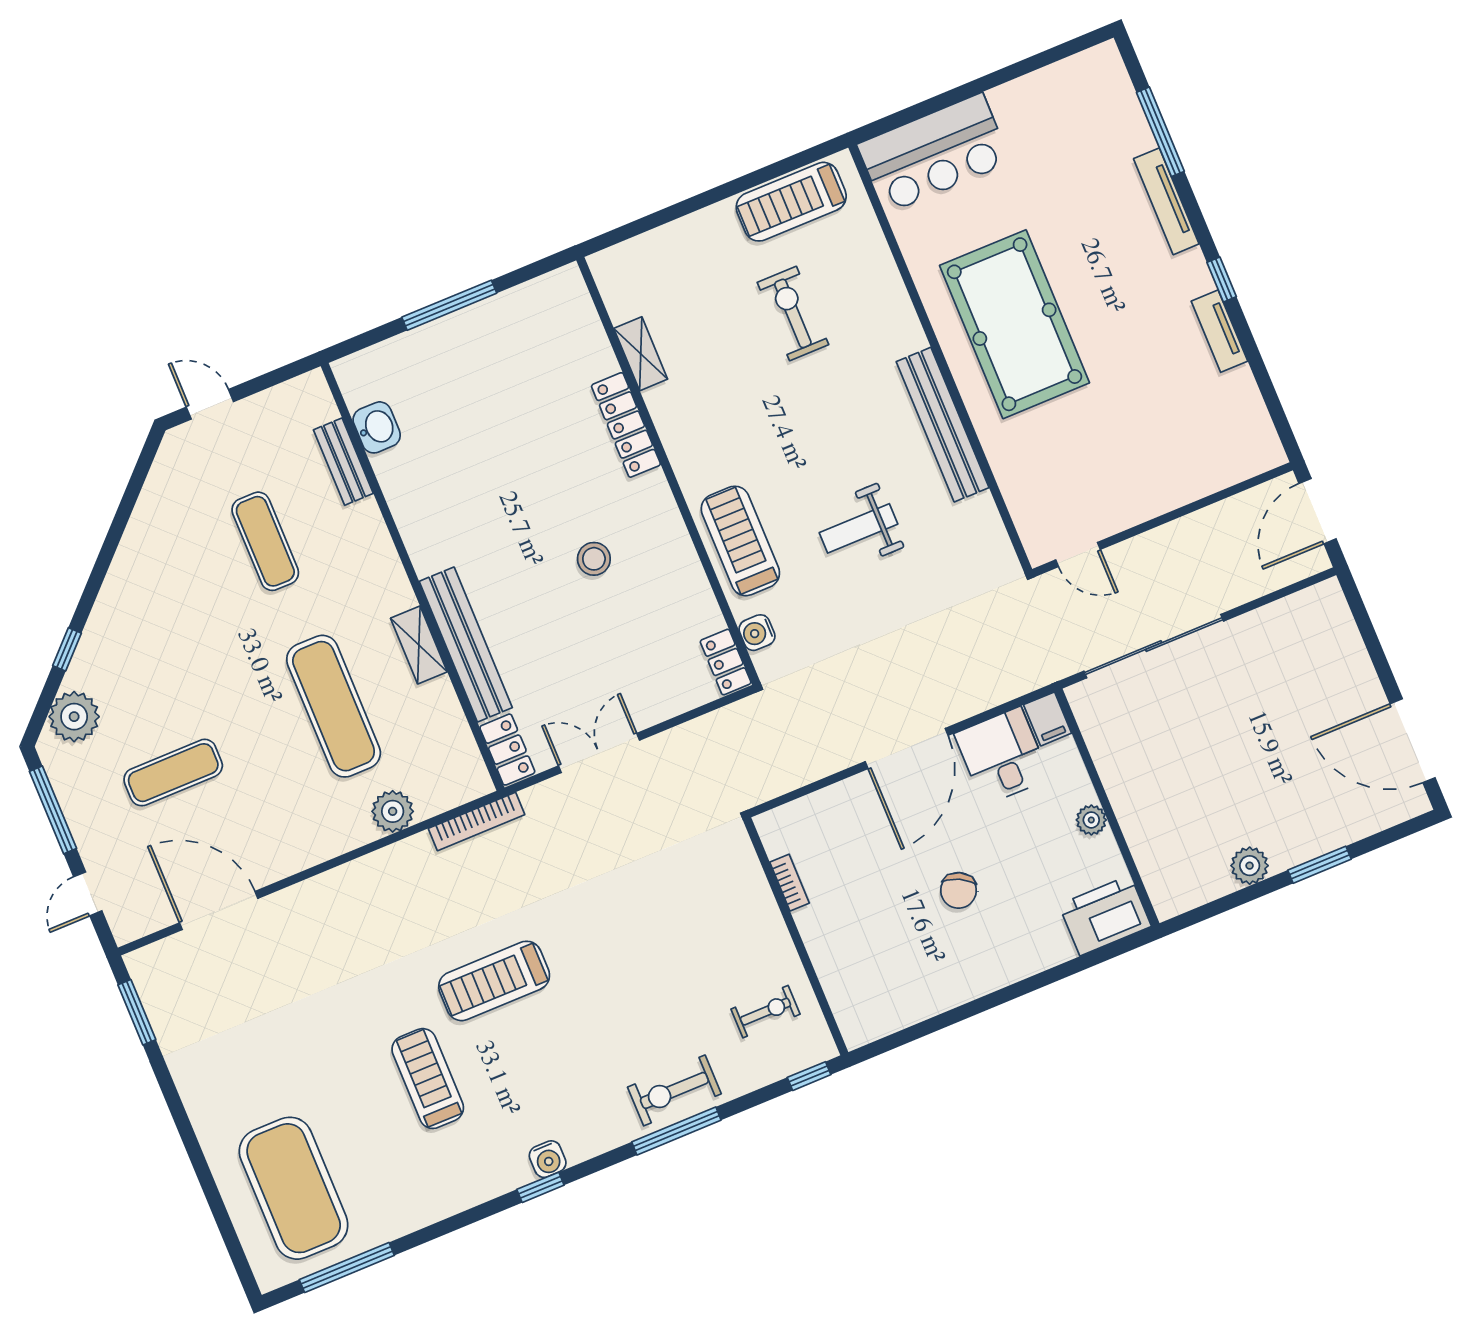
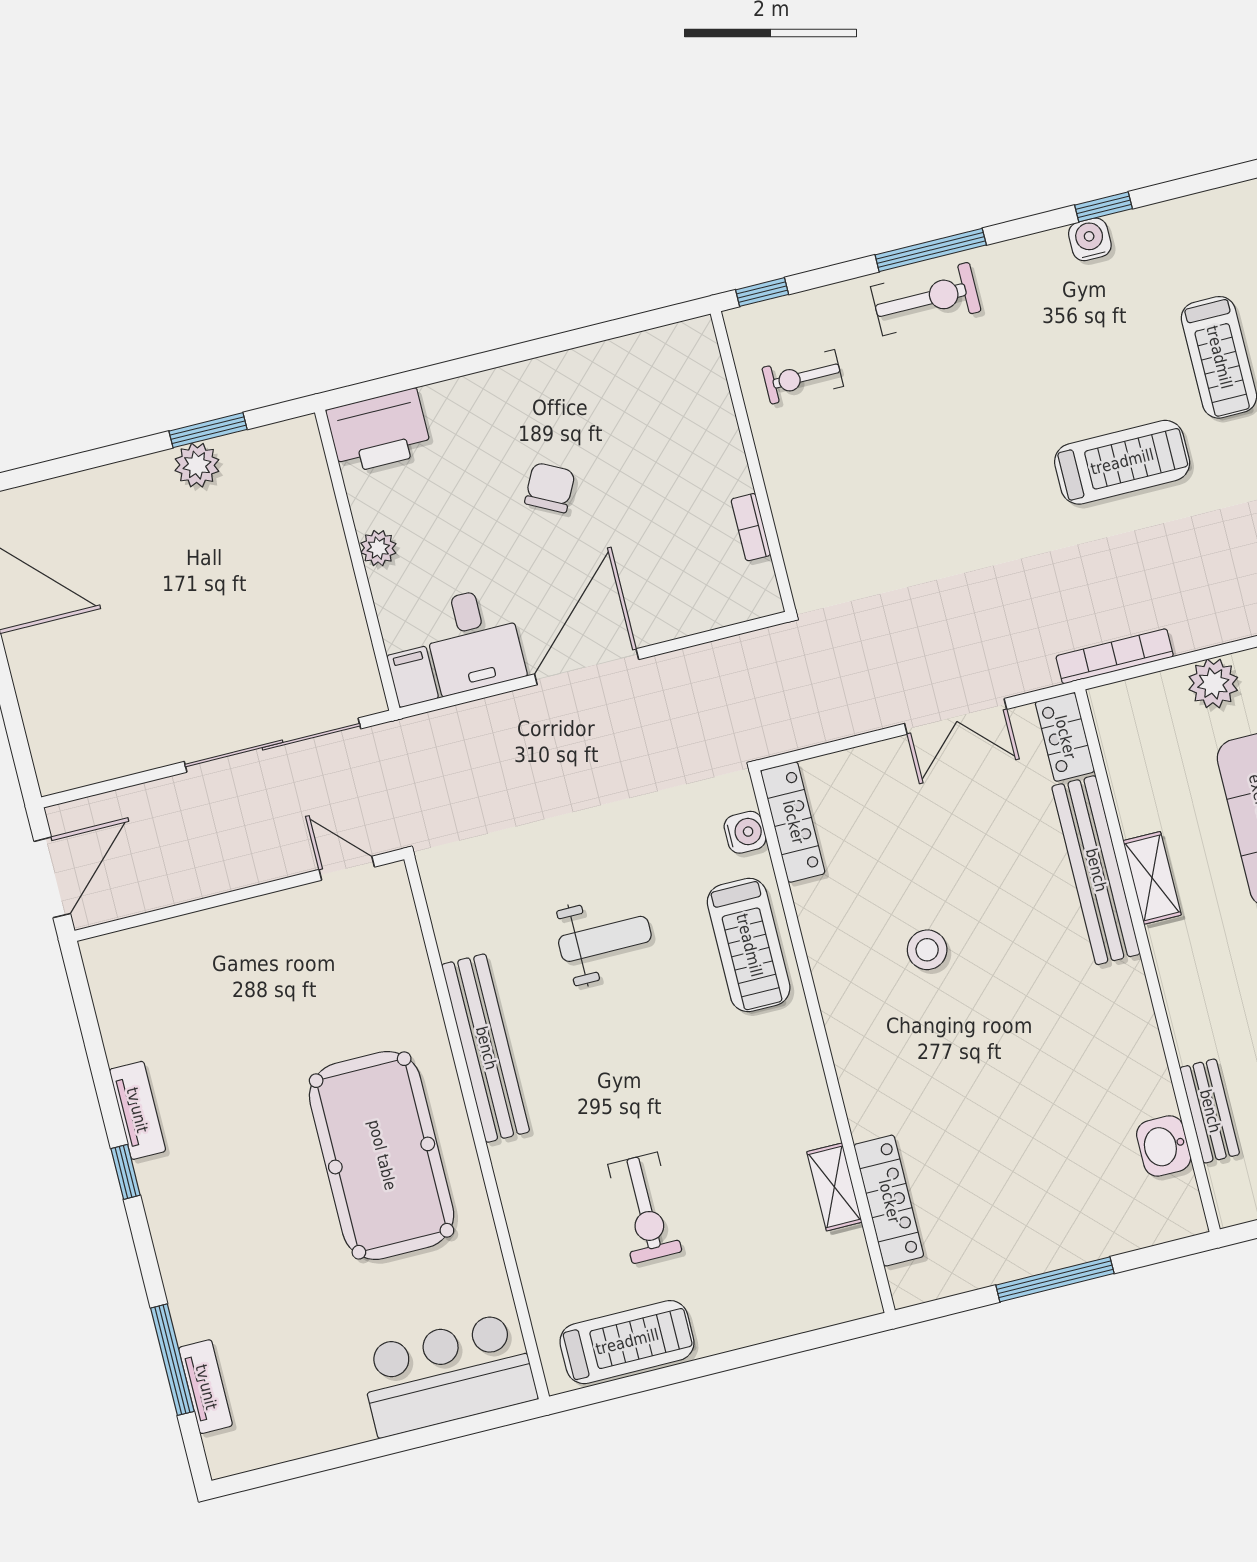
tv unit: (1166, 201) -> (206, 1387), moved, width x0.71
locker: (626, 425) -> (889, 1201), moved
locker: (726, 662) -> (793, 822), width x1.53
window: (1319, 865) -> (208, 430), moved

